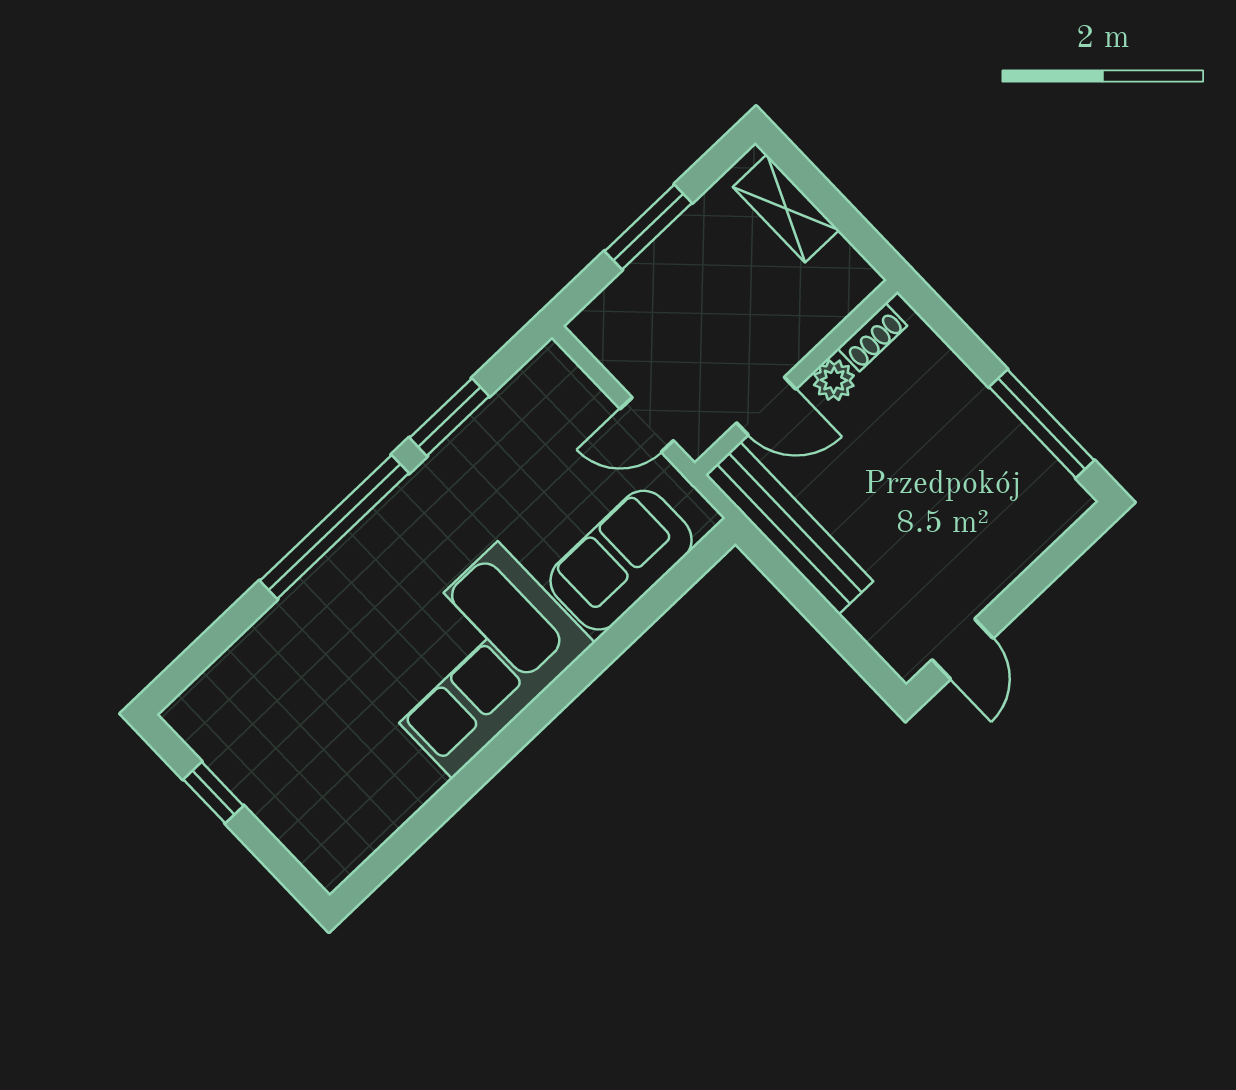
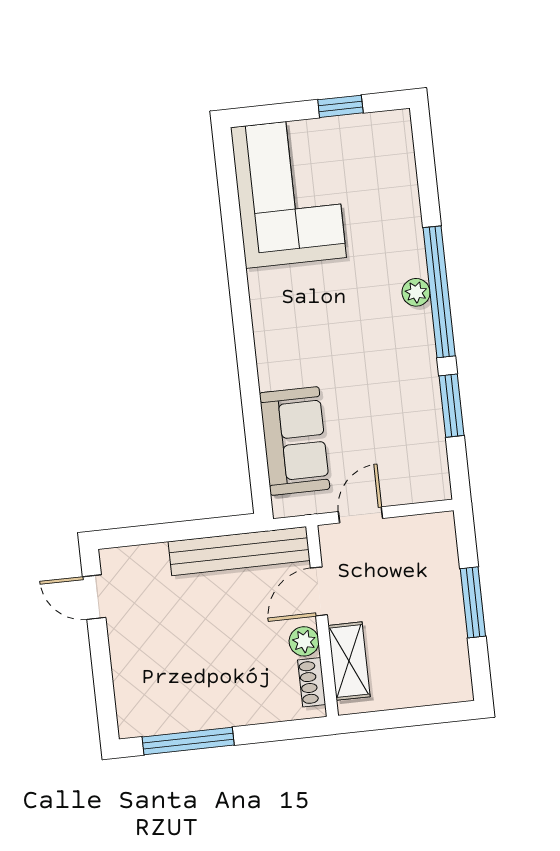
shelving: (786, 208) -> (349, 661), moved, turned 90
plant: (354, 552) -> (416, 292), added
corner sofa: (475, 660) -> (288, 192), moved

